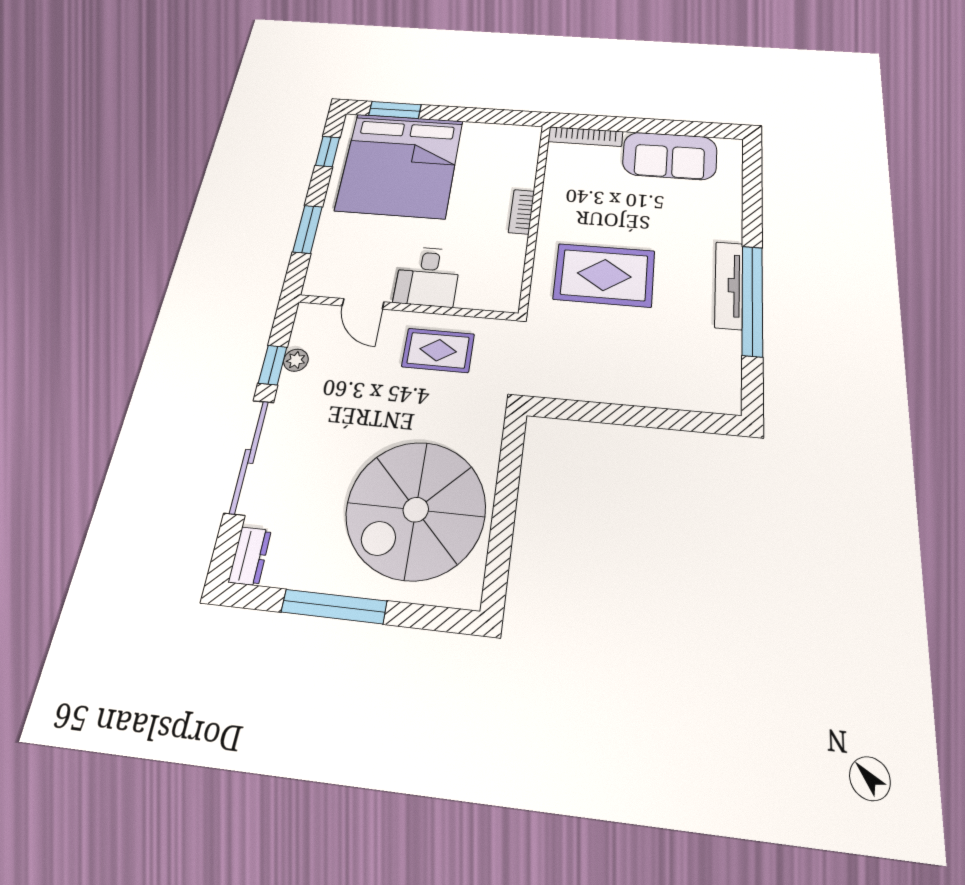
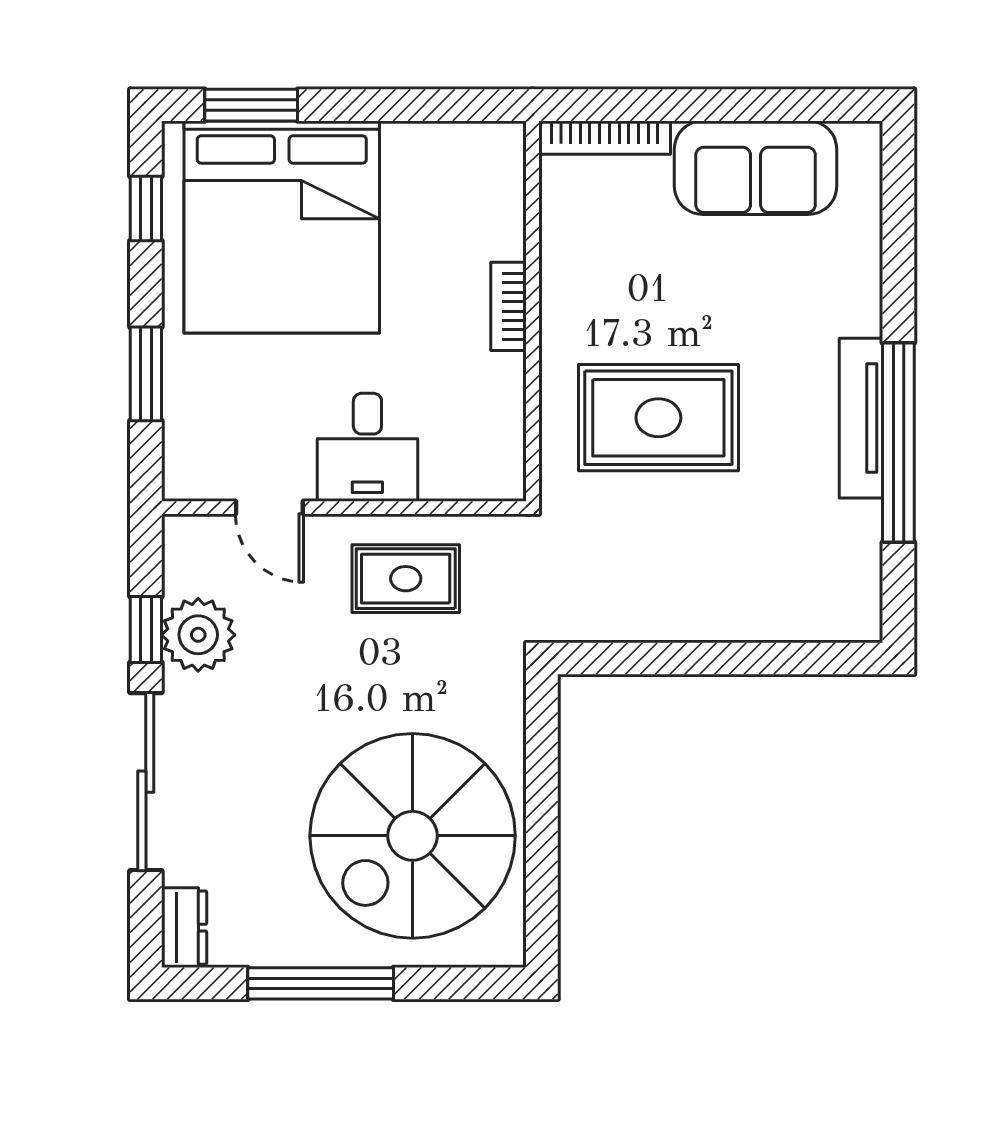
plant: (296, 360) -> (198, 635), width x1.87, depth x1.87

